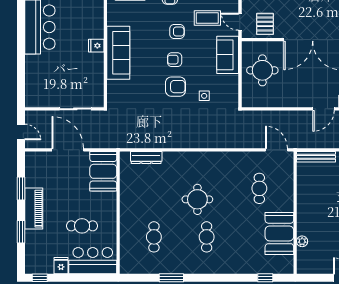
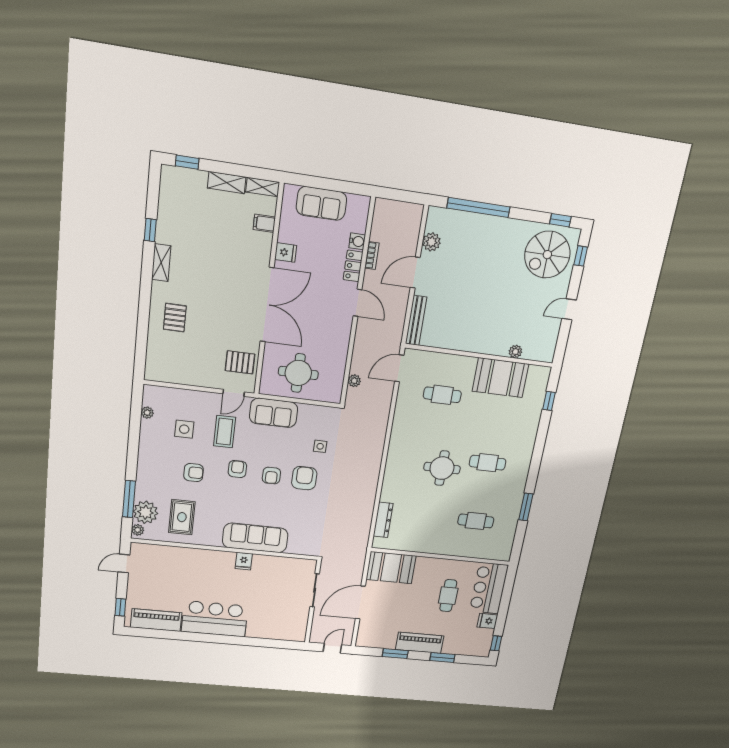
plant: (262, 115) -> (354, 381), added

